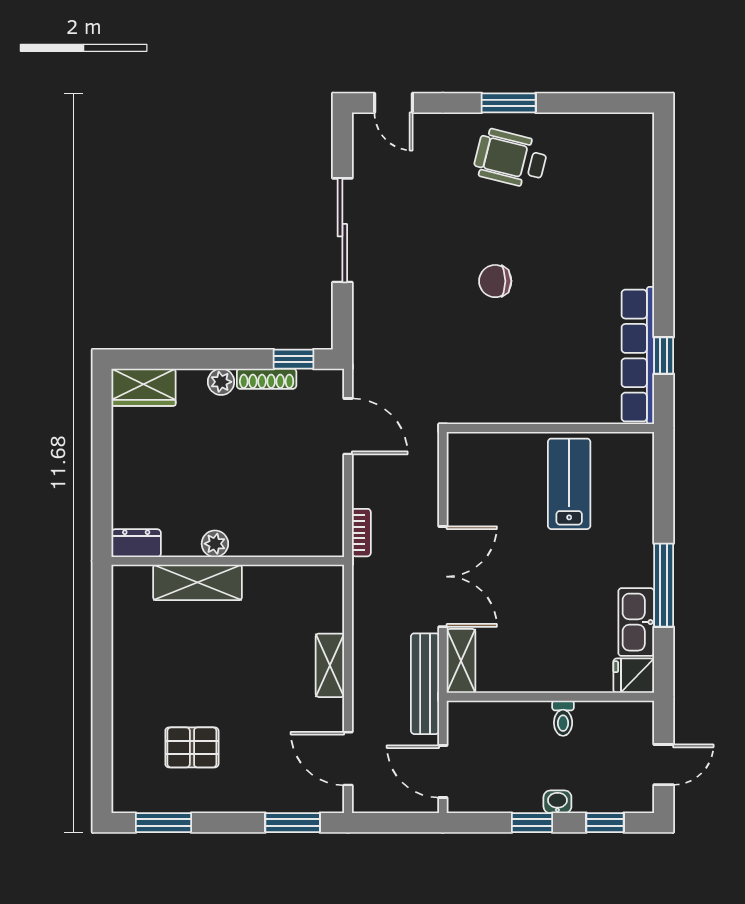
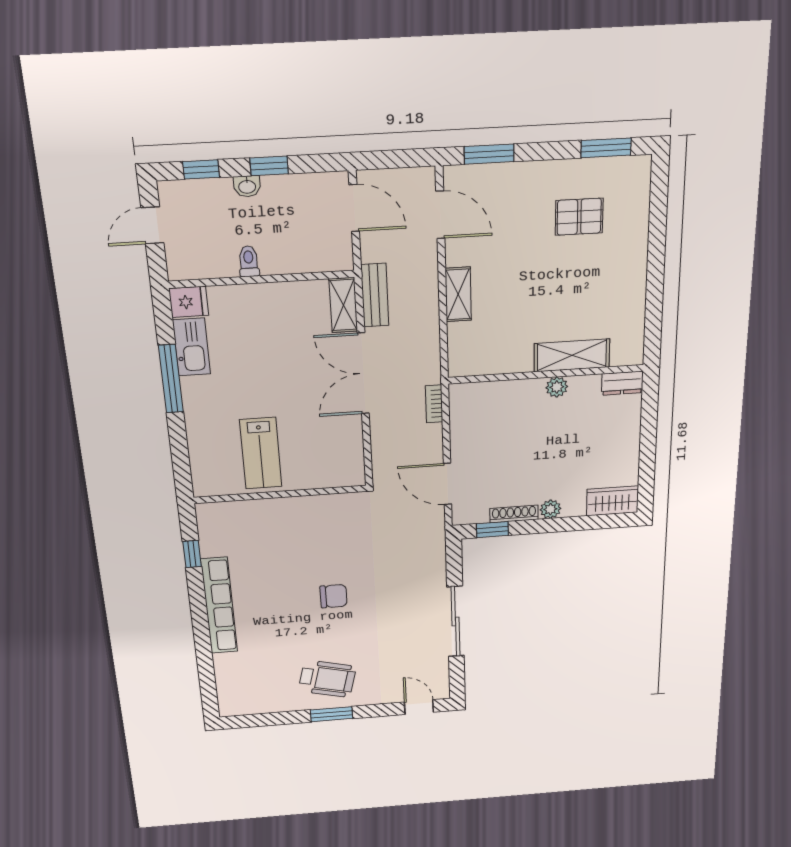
row of seats: (638, 356) -> (219, 606), moved
bench: (425, 684) -> (375, 295), width x0.73

